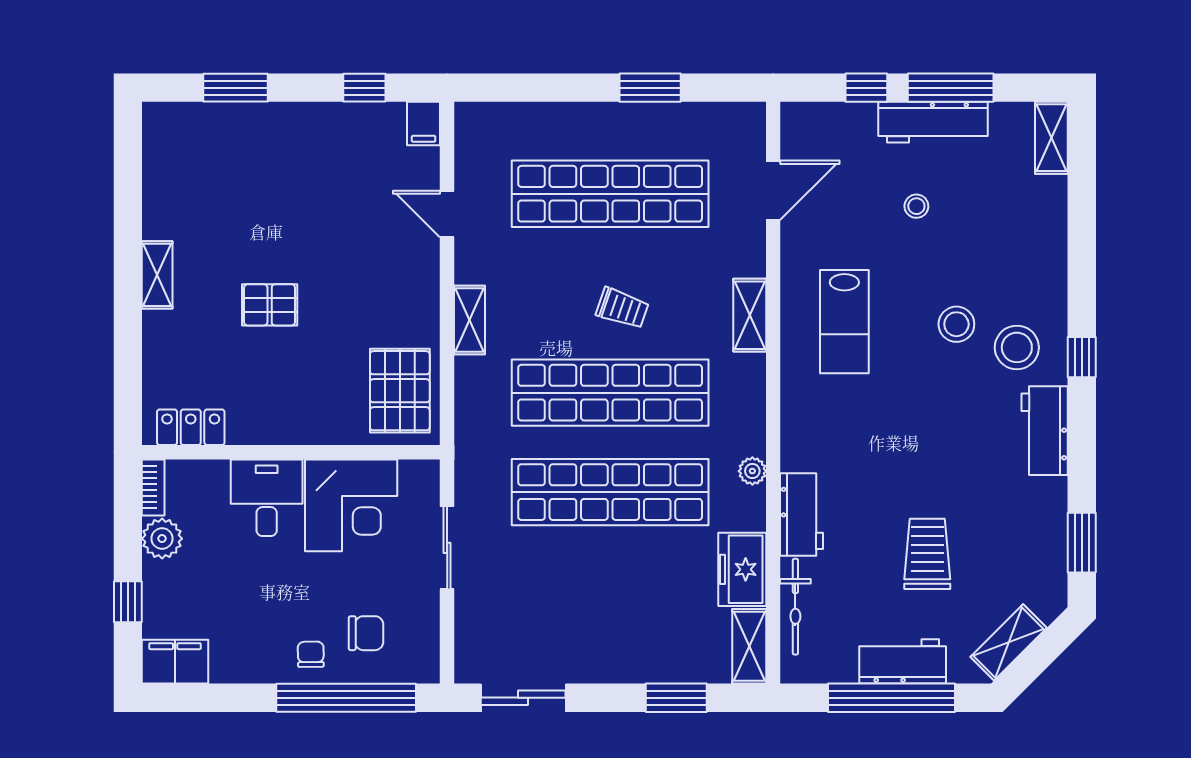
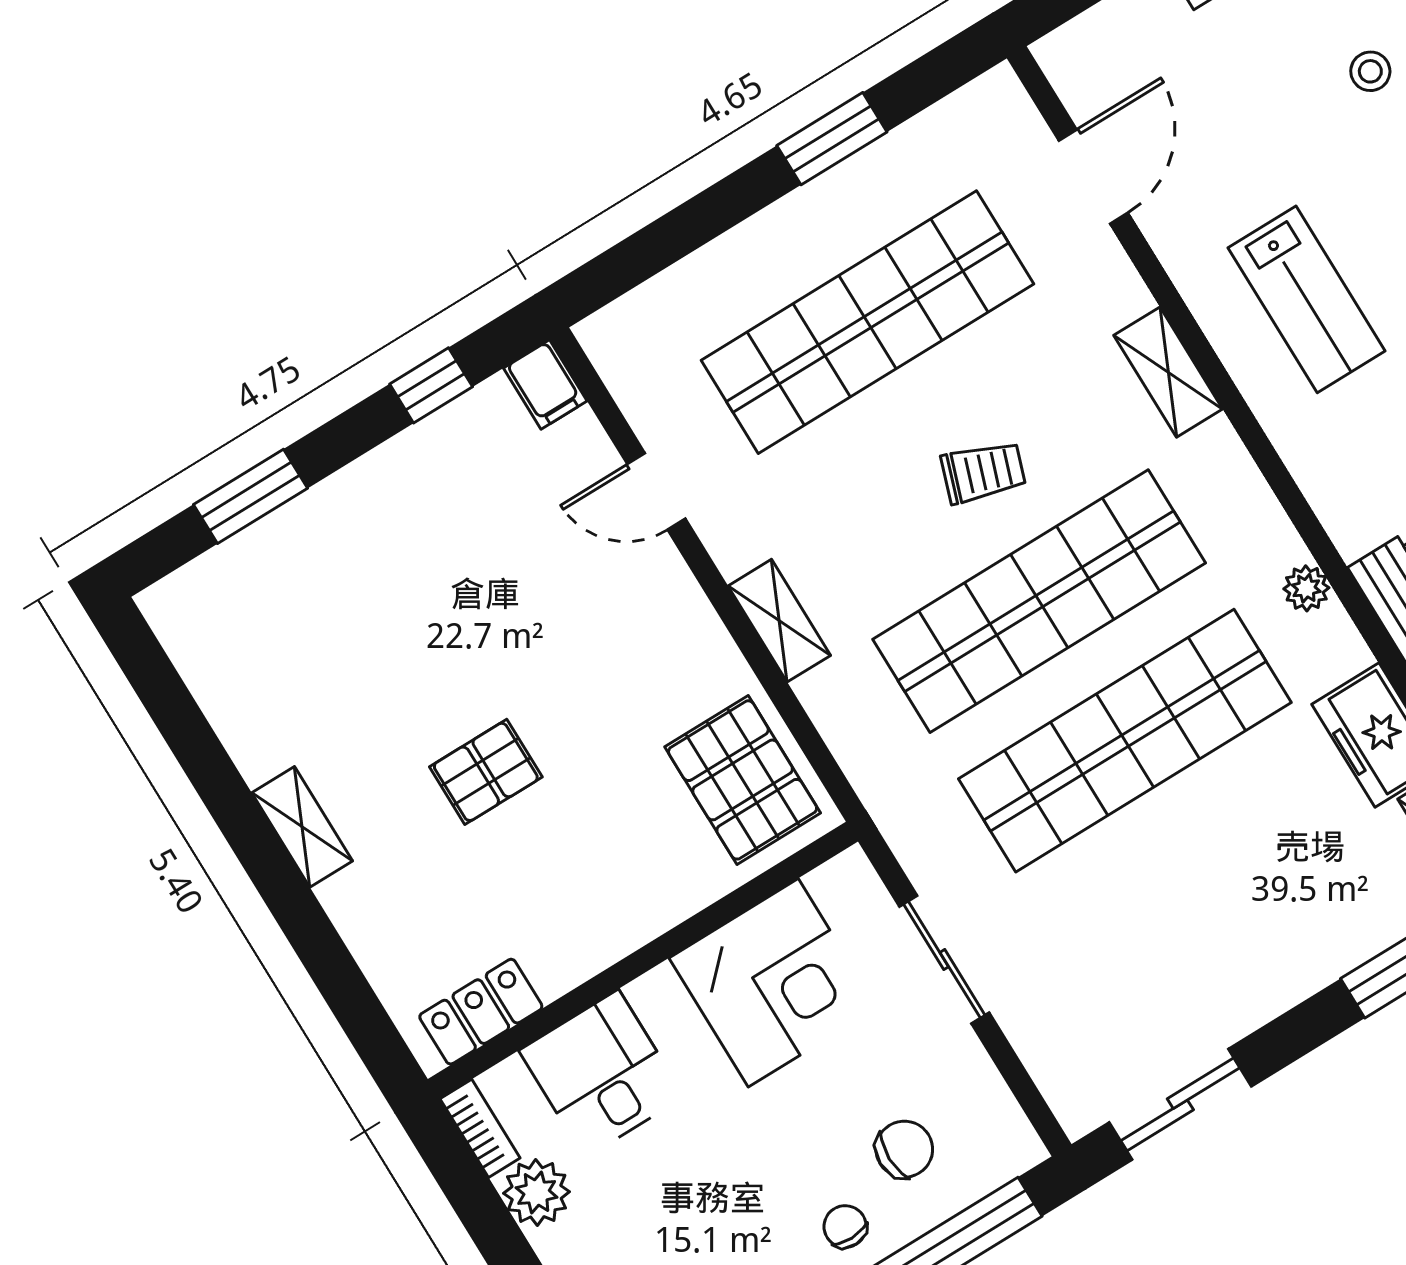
stool: (916, 206) -> (1370, 71), moved
desk: (267, 498) -> (601, 1074), moved

